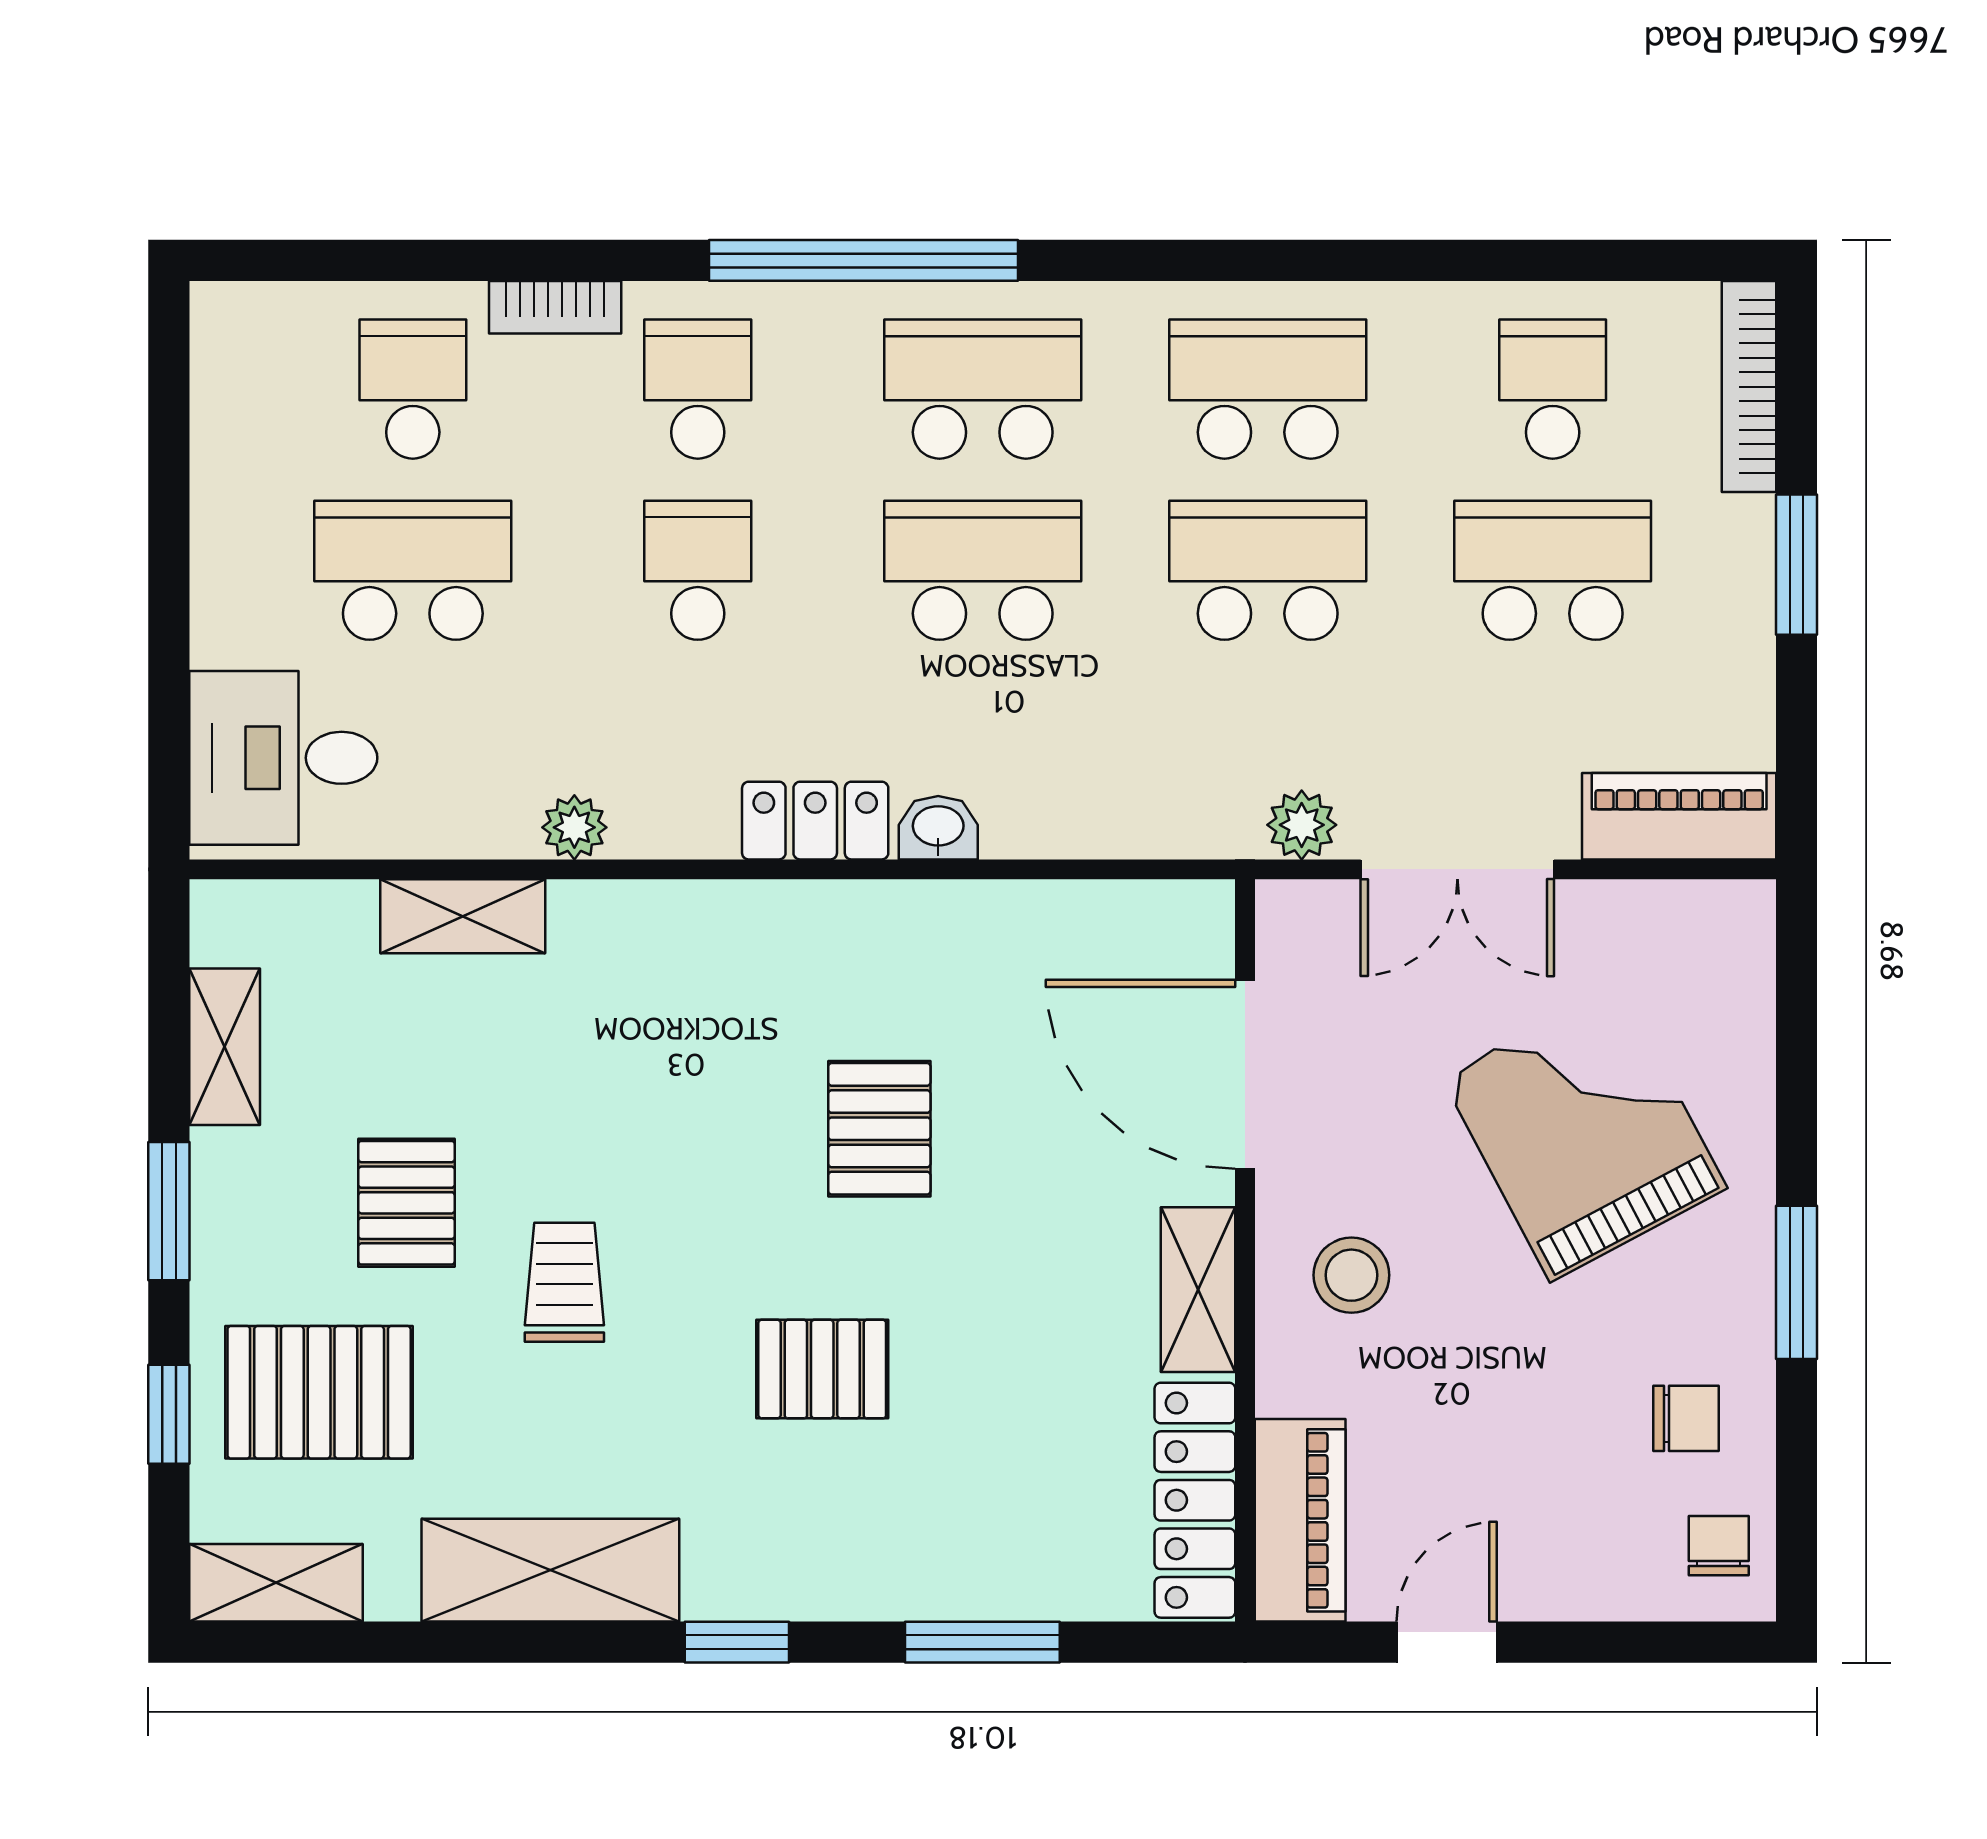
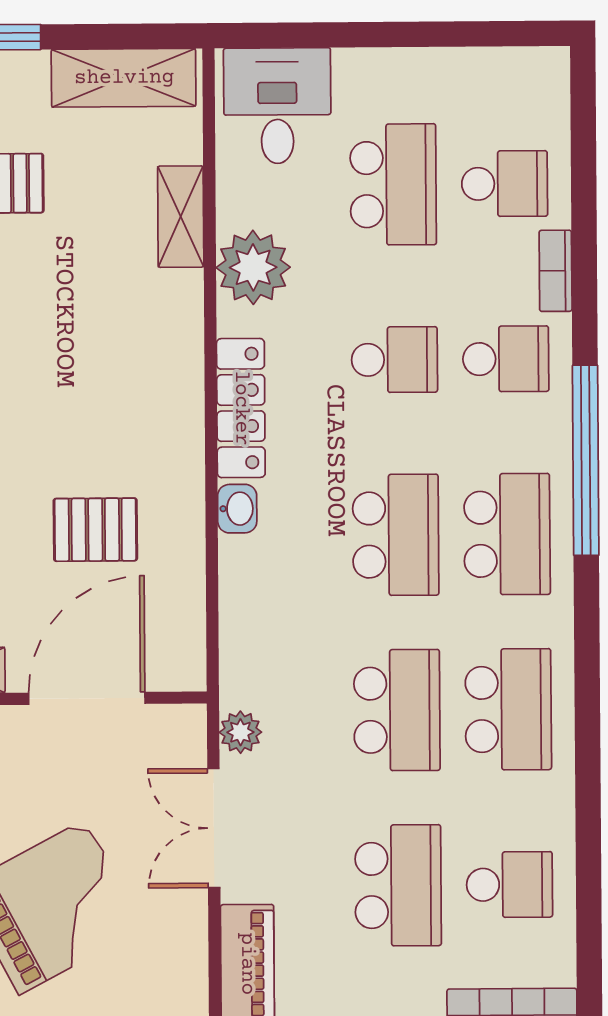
locker: (815, 821) -> (241, 408), width x1.53
plant: (574, 827) -> (253, 267), width x1.88, depth x1.88
shelving: (225, 1047) -> (124, 78), width x1.50, depth x1.33
pallet: (879, 1129) -> (95, 530), moved

